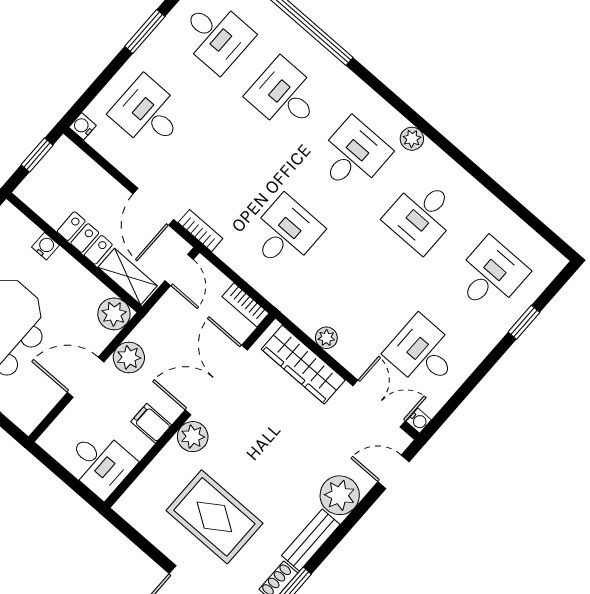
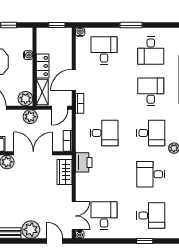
printer: (305, 309) -> (84, 162), added
plant: (326, 338) -> (81, 178), removed
plant: (129, 358) -> (30, 117), moved
wardrobe: (303, 365) -> (65, 172), width x0.67

